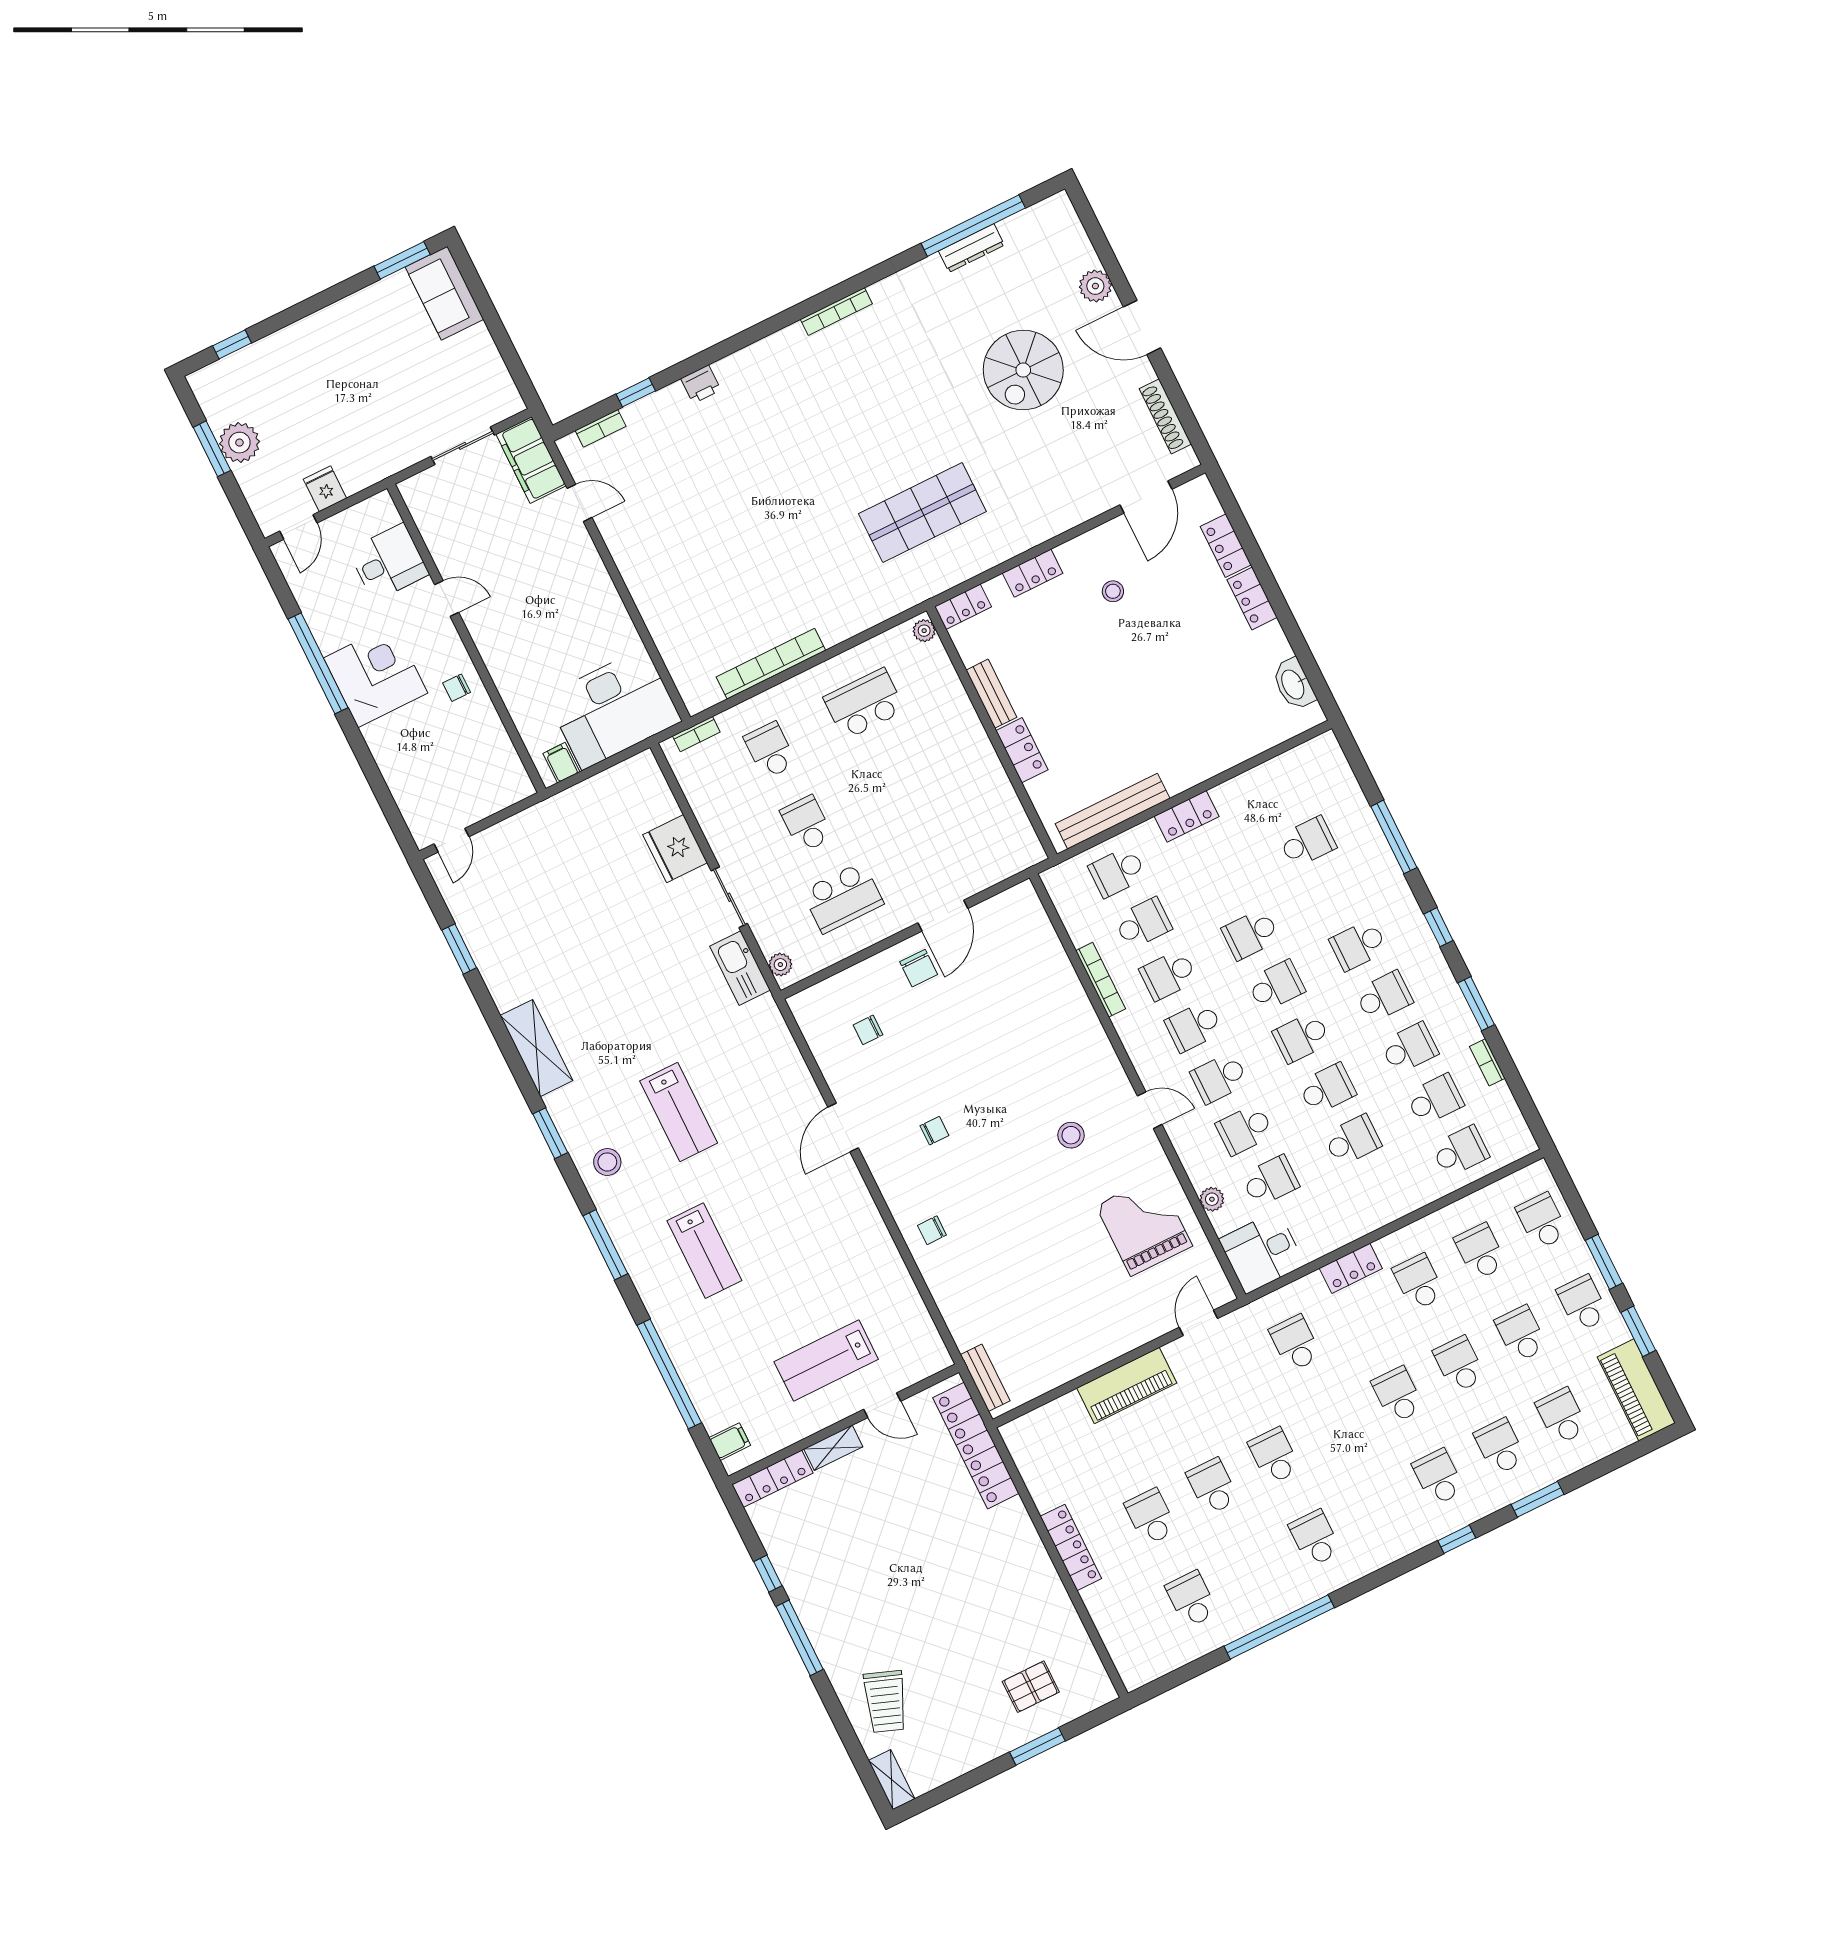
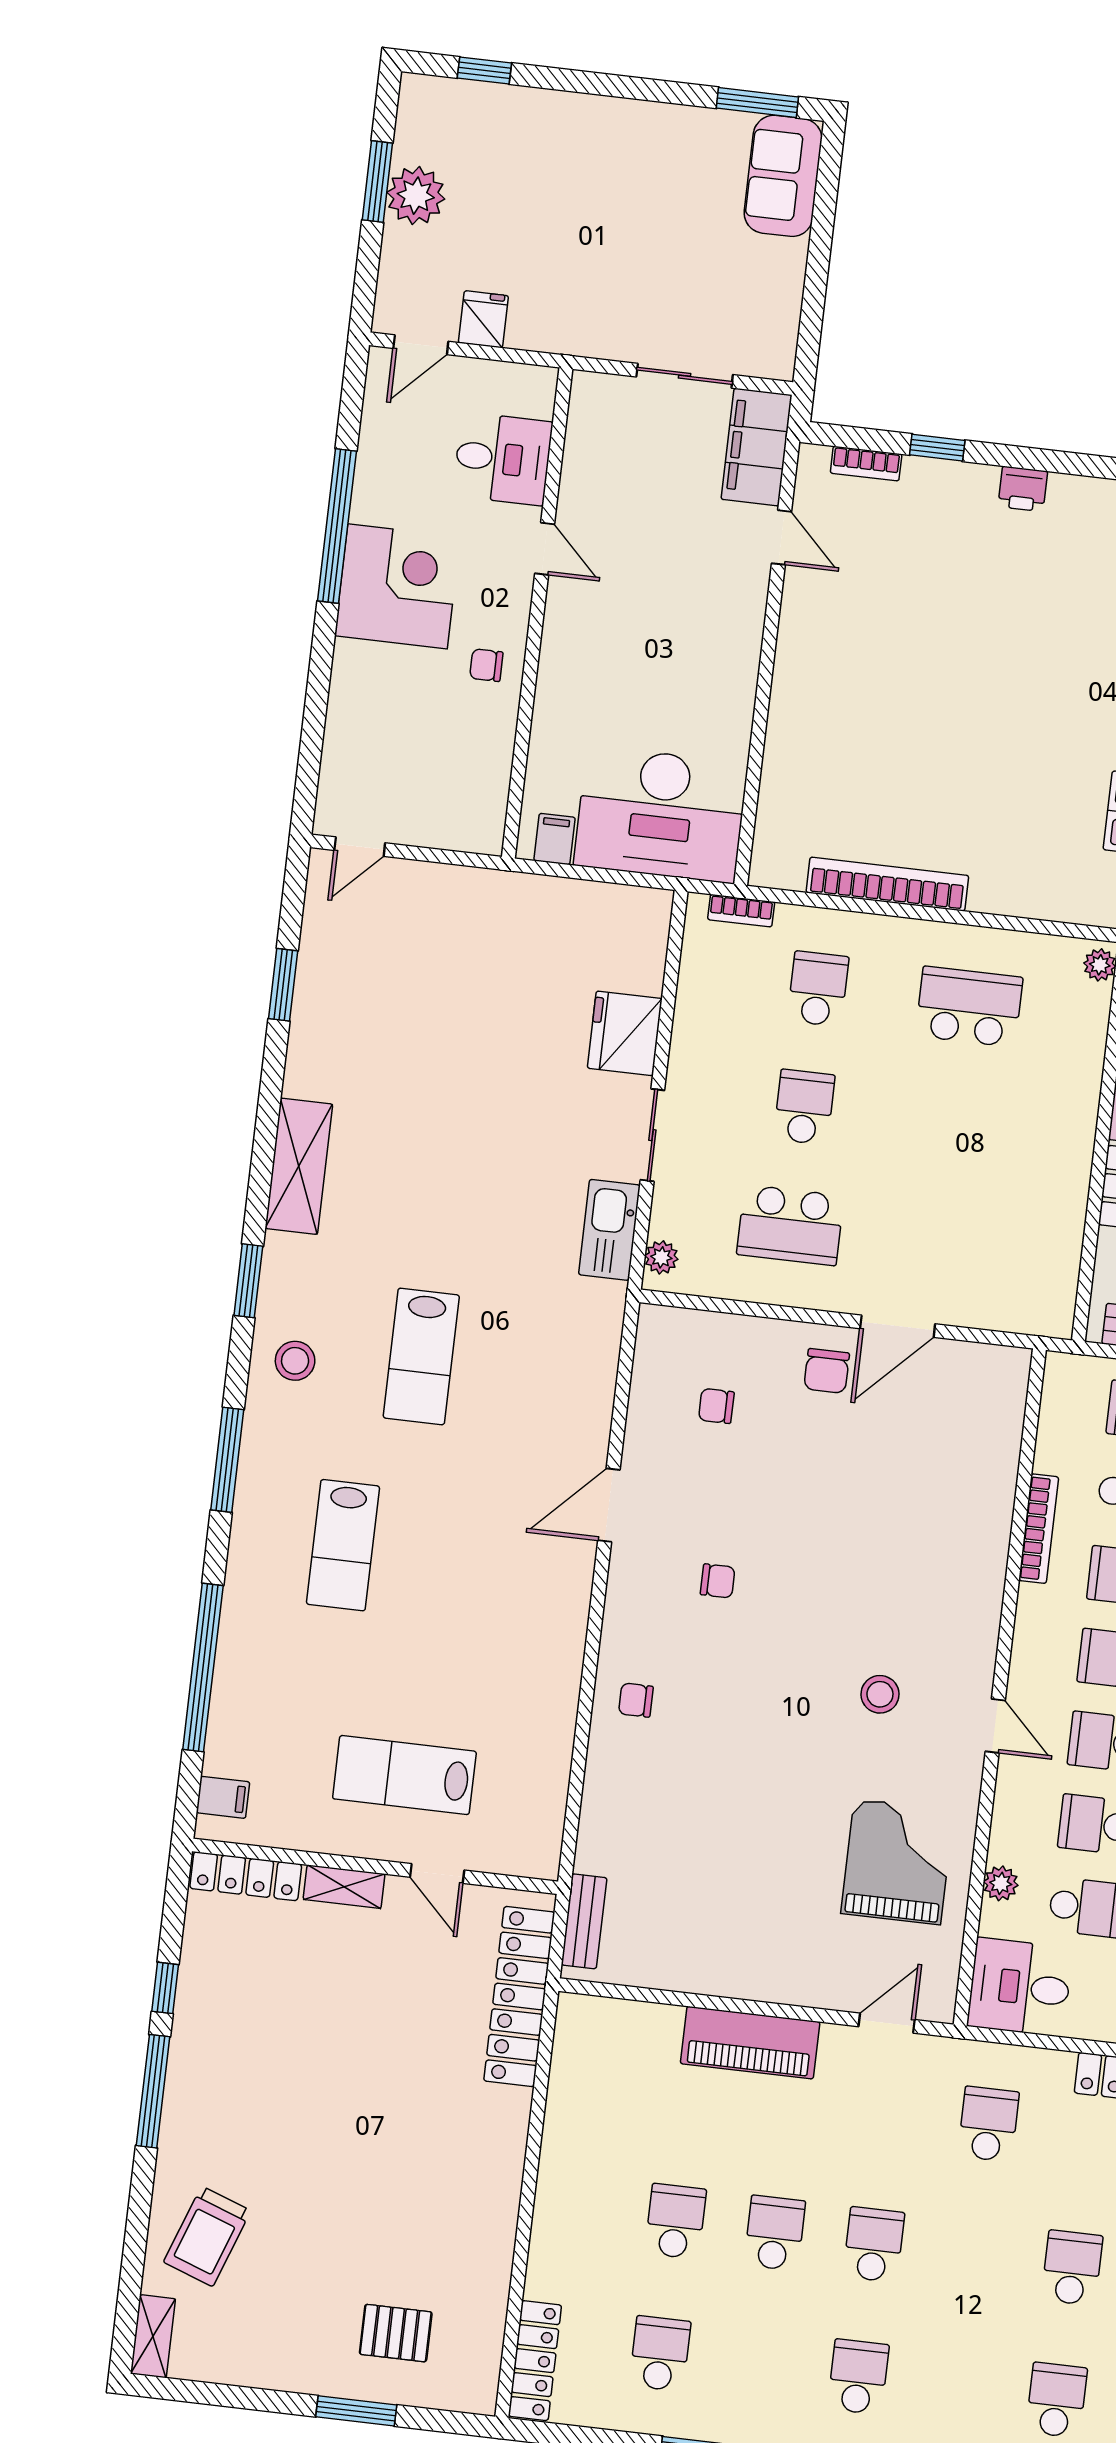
locker: (1071, 1547) -> (535, 2361), moved

